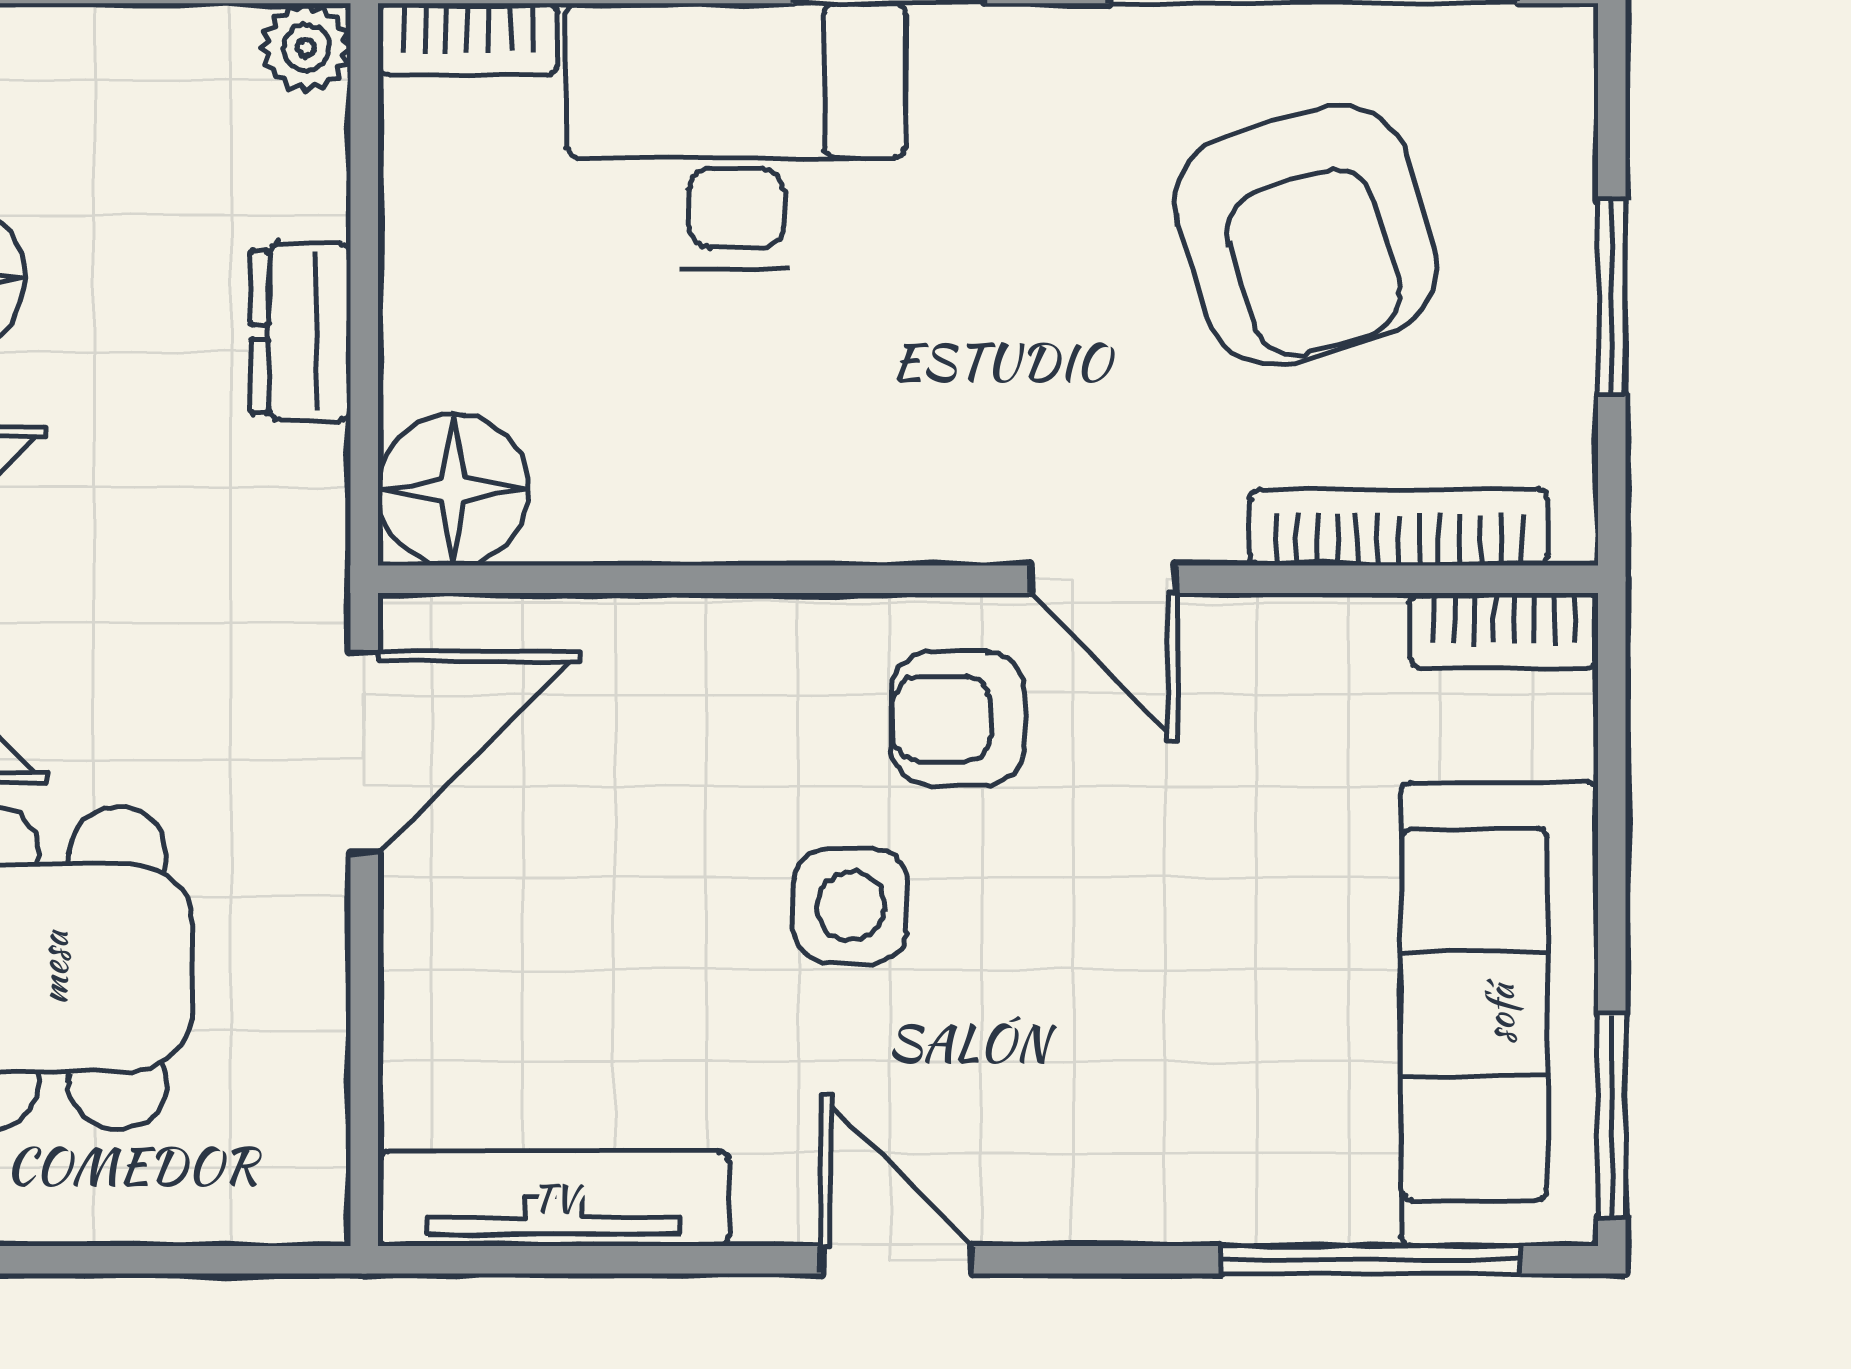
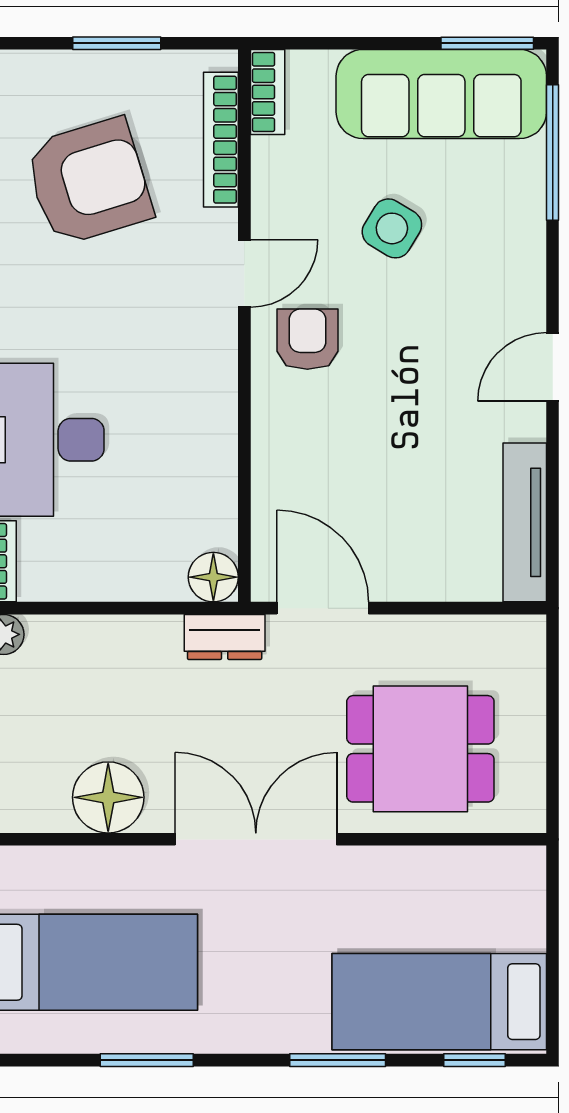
dresser: (301, 332) -> (225, 637), moved
floor lamp: (453, 490) -> (213, 577), width x0.73, depth x0.73
armchair: (958, 719) -> (307, 339), turned 180
side table: (851, 906) -> (392, 228), moved, turned 31

